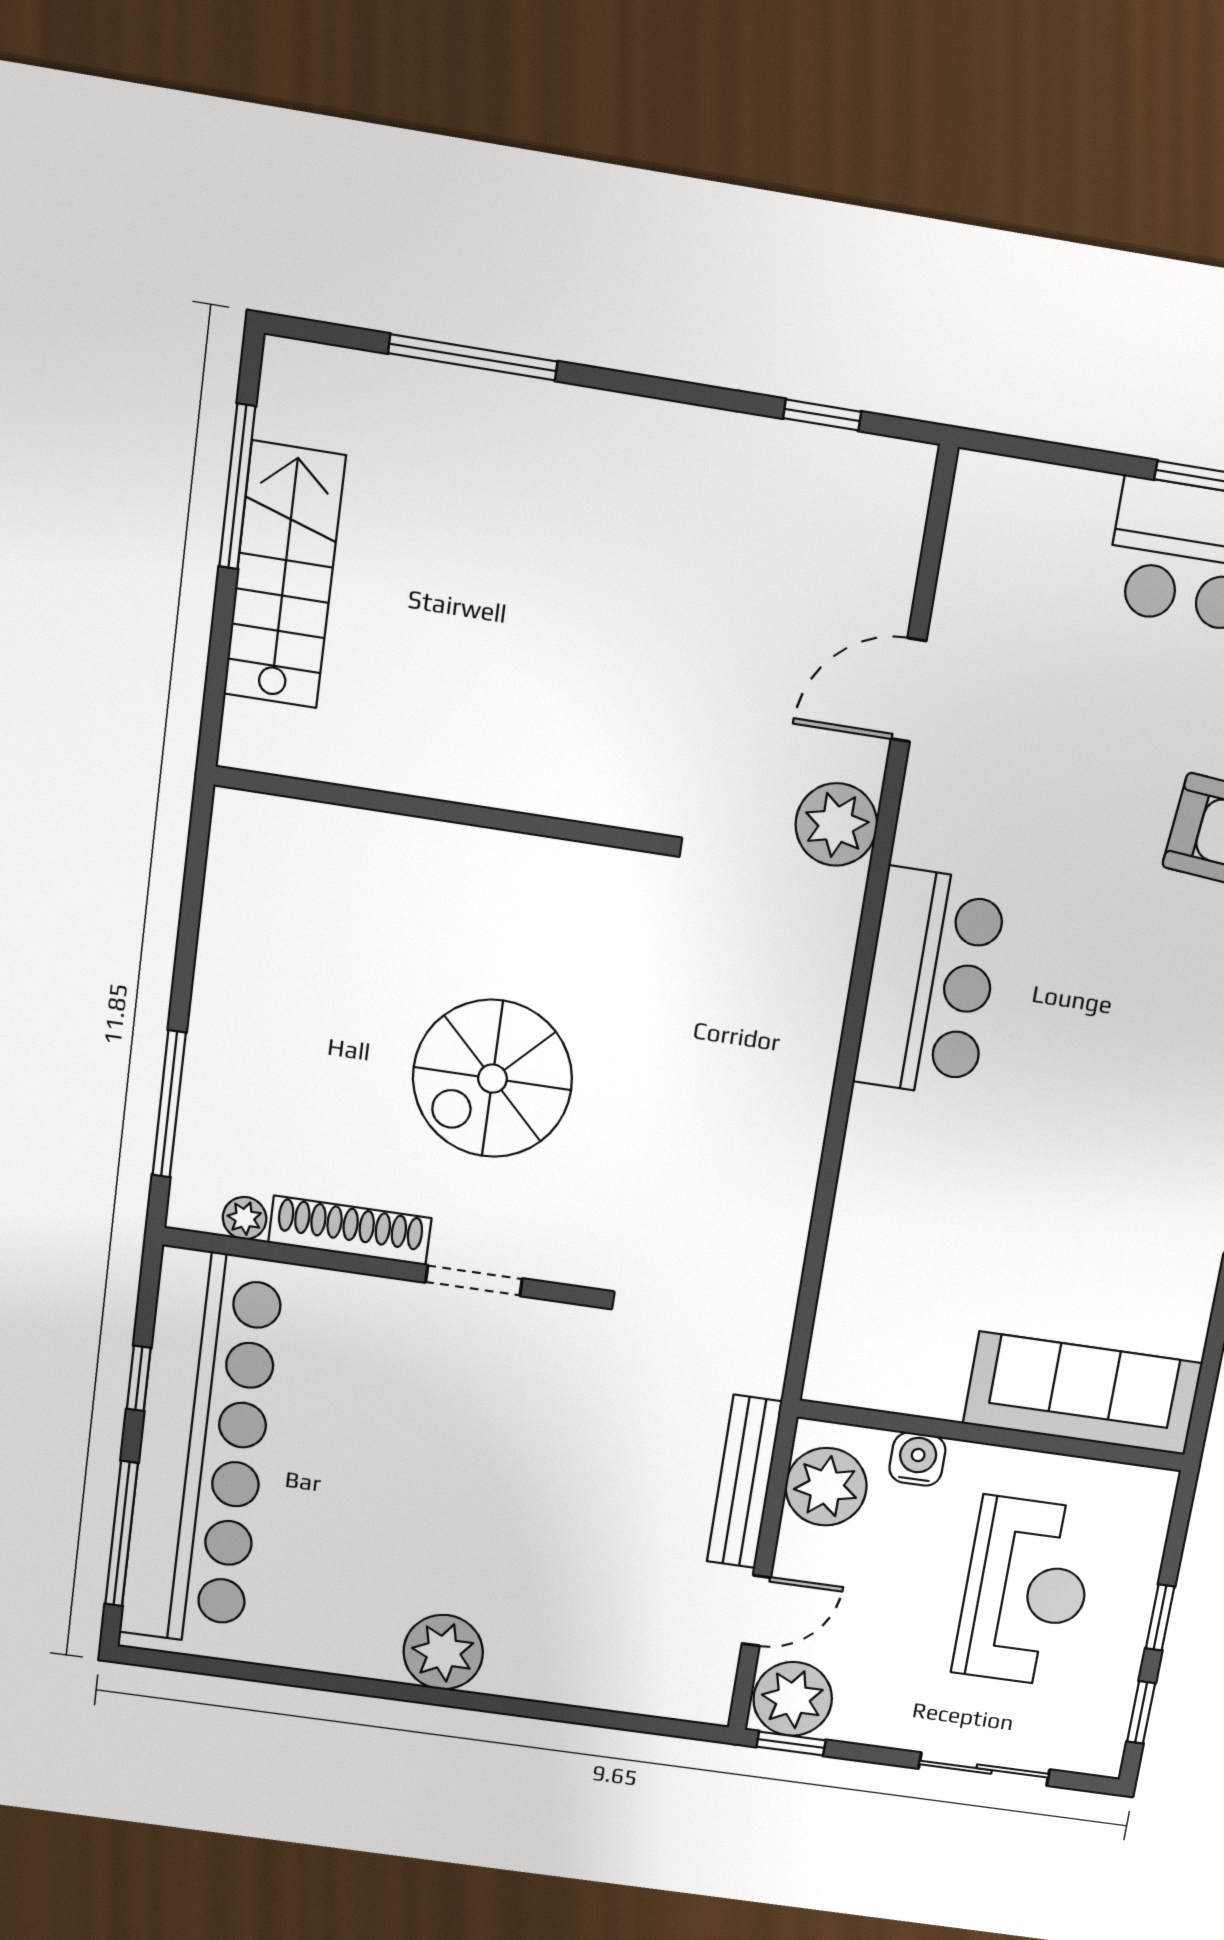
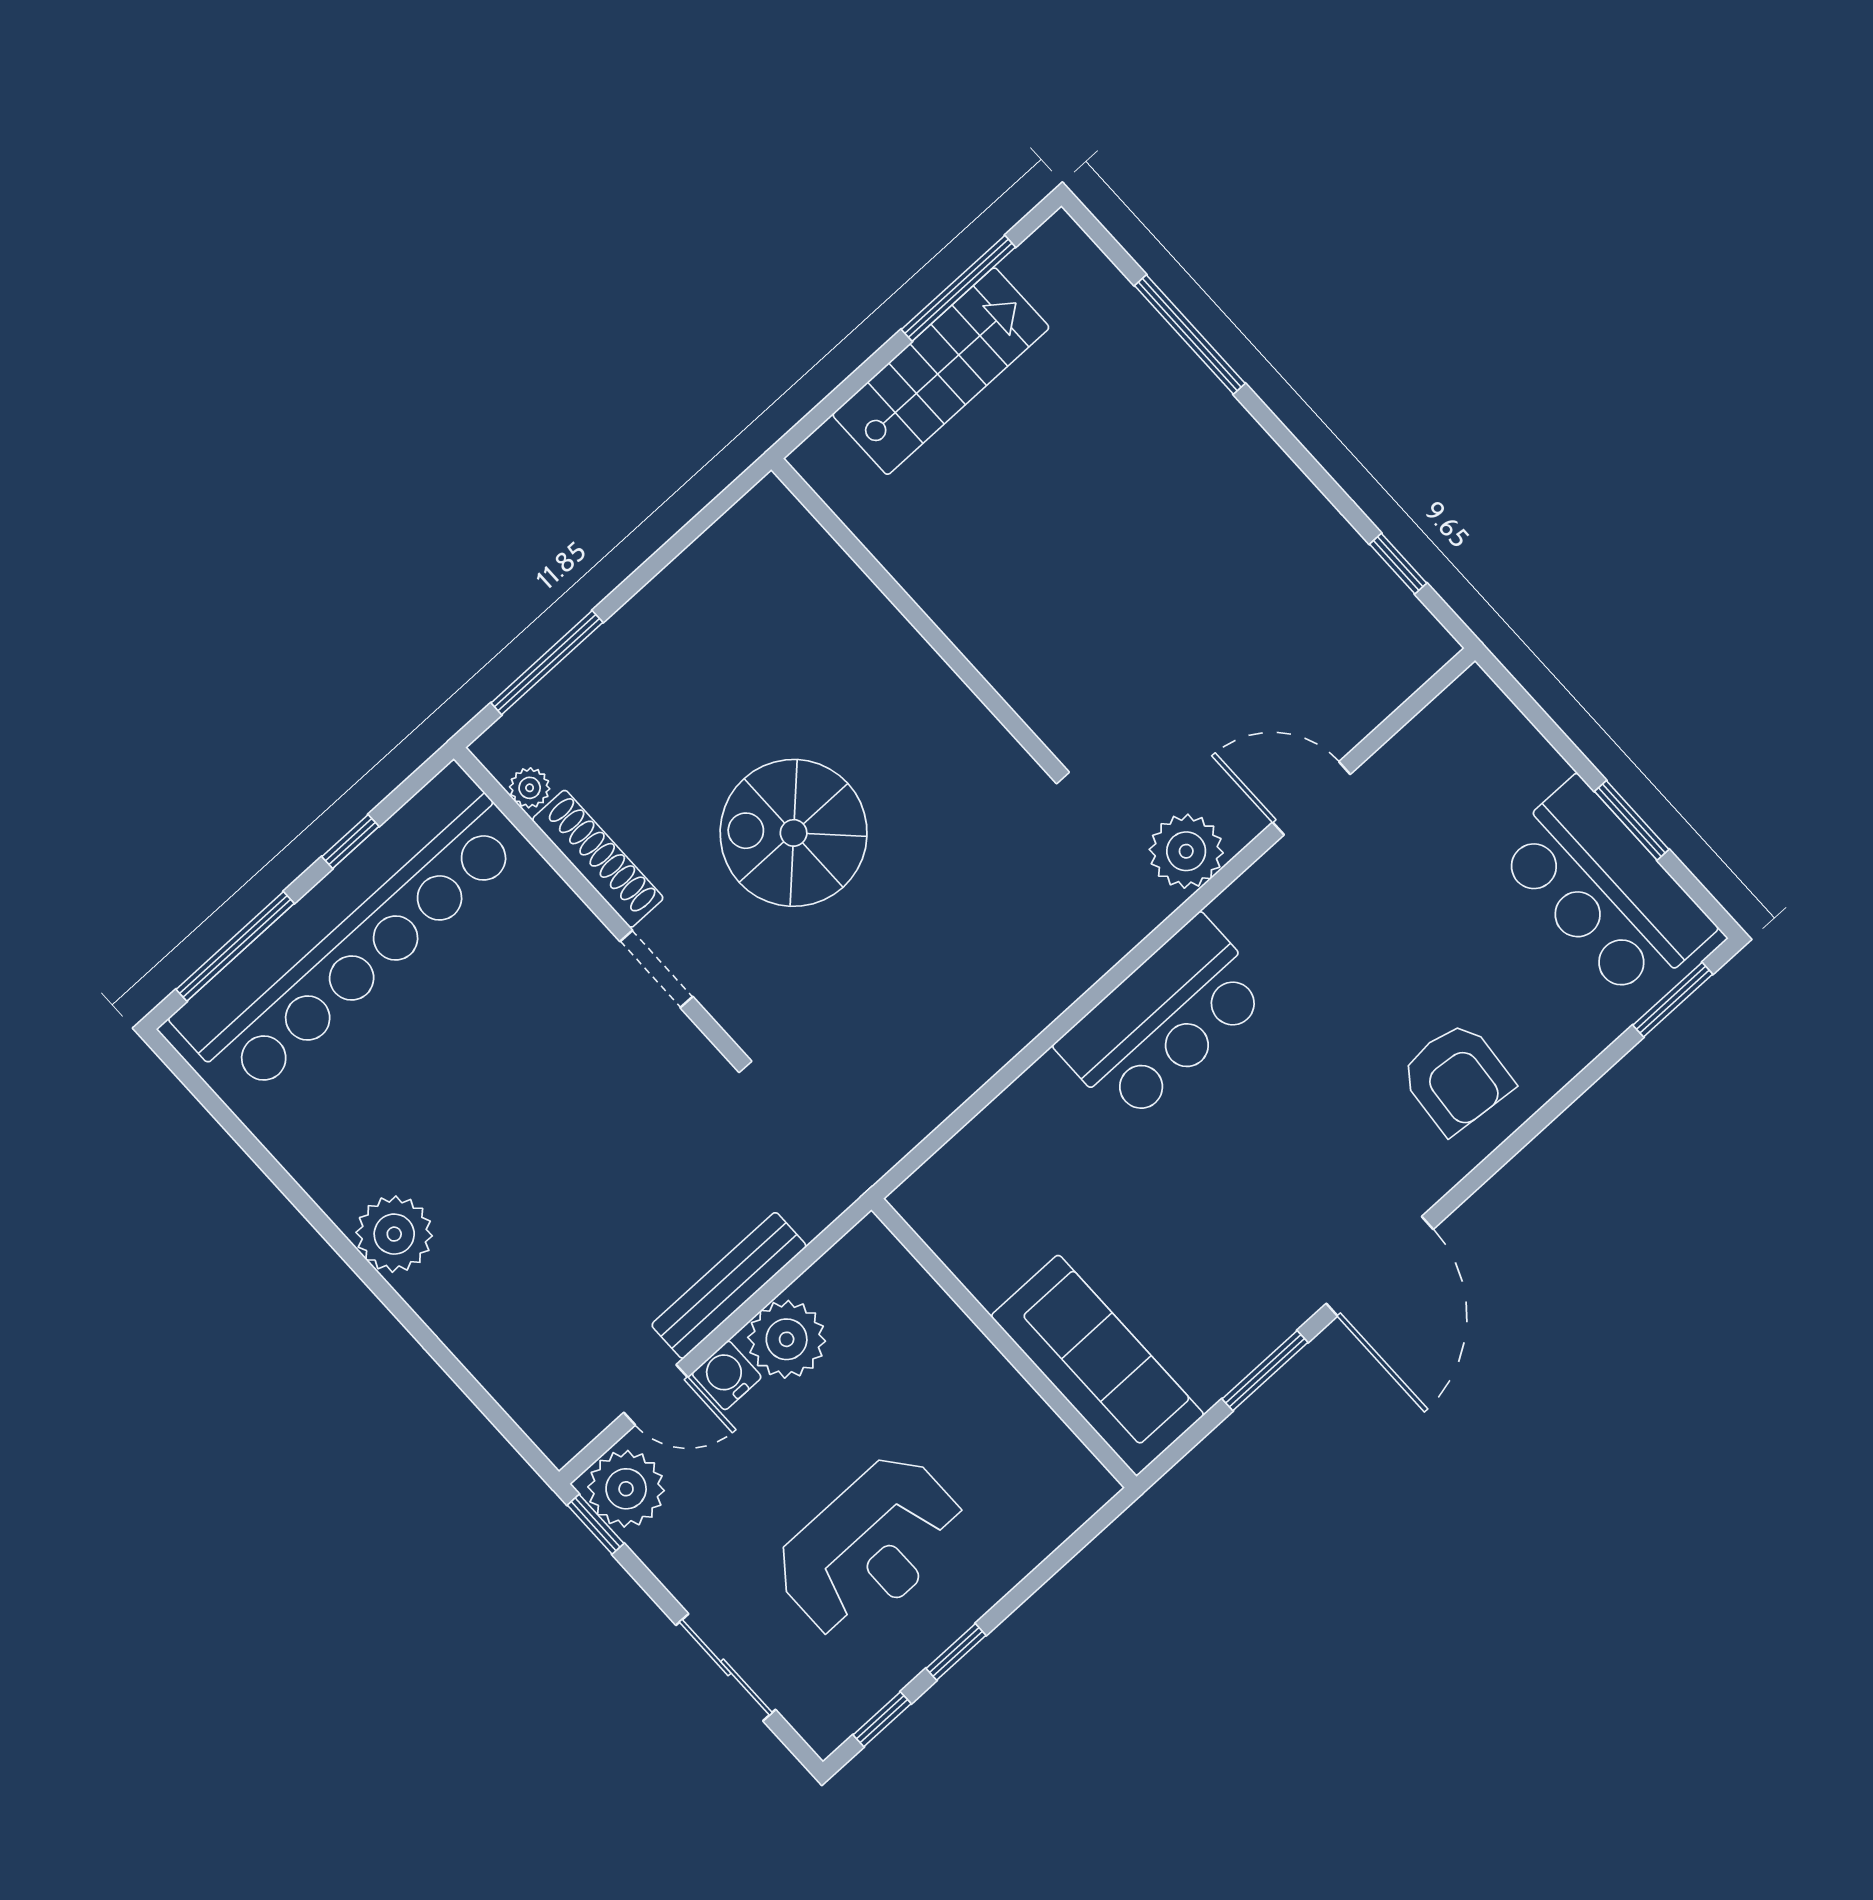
sofa: (1082, 1393) -> (1097, 1365), moved
wall: (991, 1436) -> (1004, 1343), moved
water cooler: (917, 1459) -> (727, 1375), moved, turned -90

